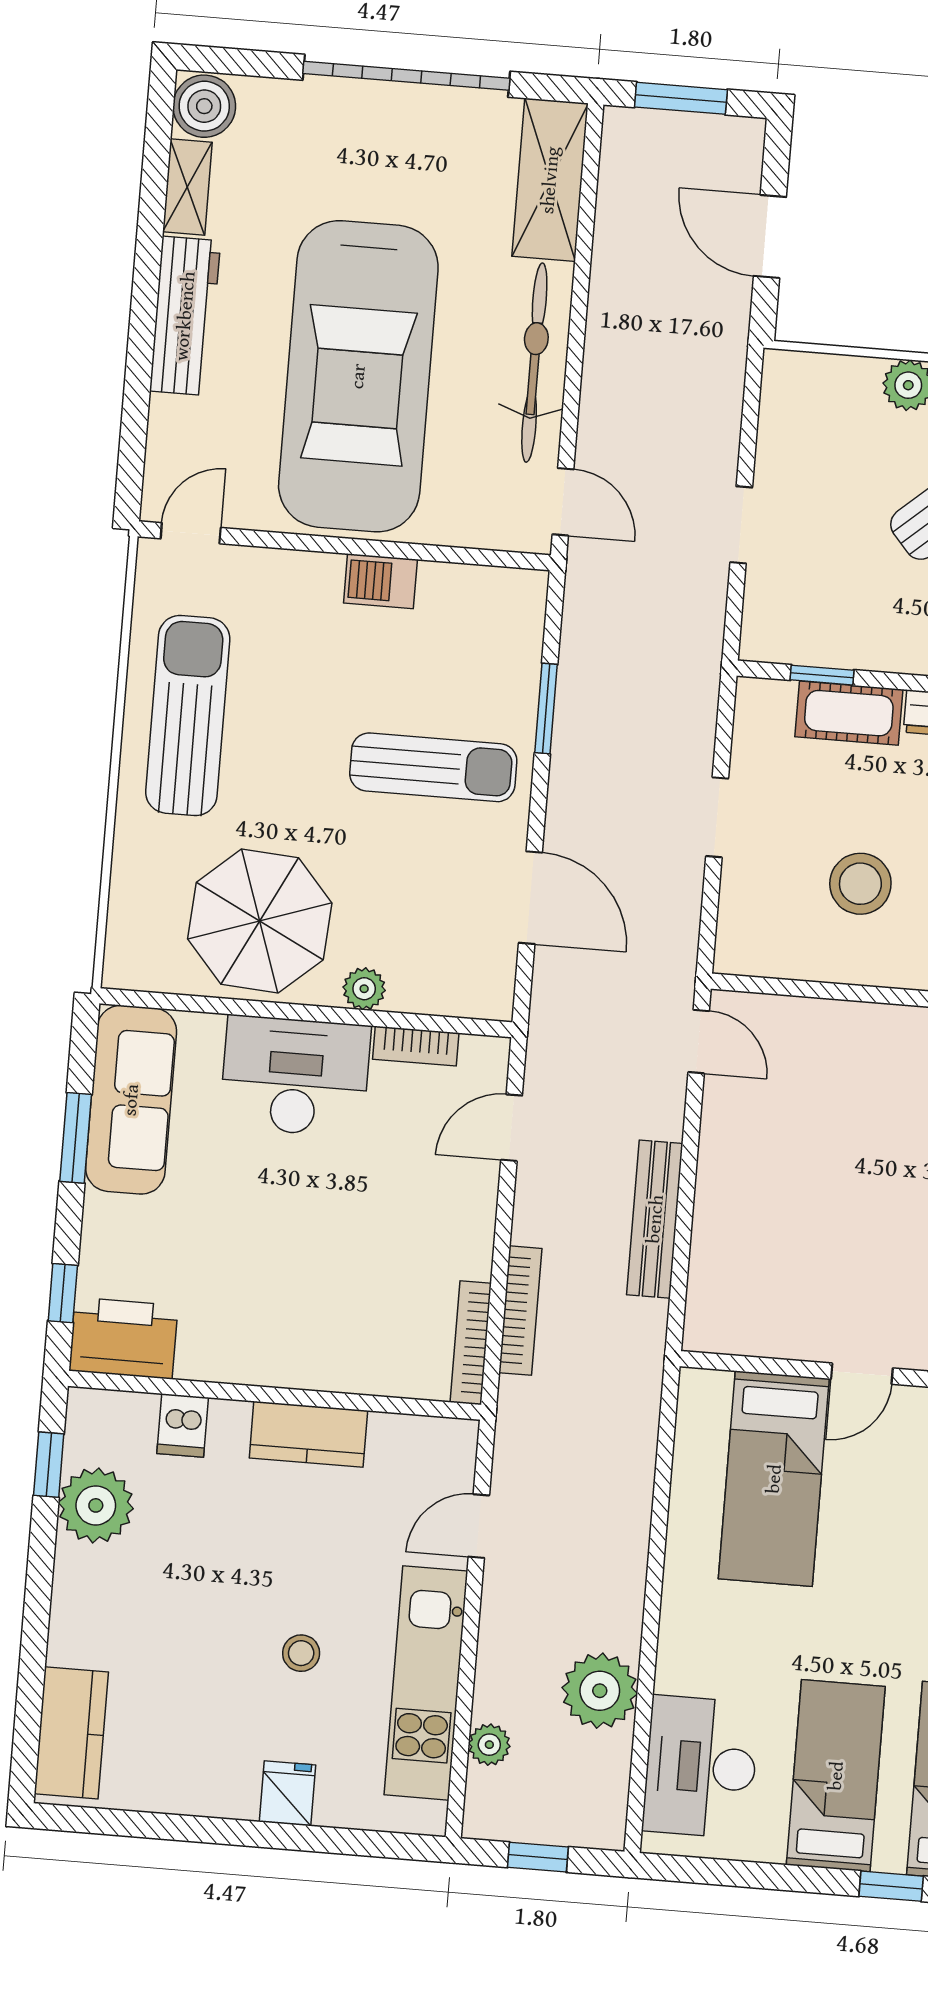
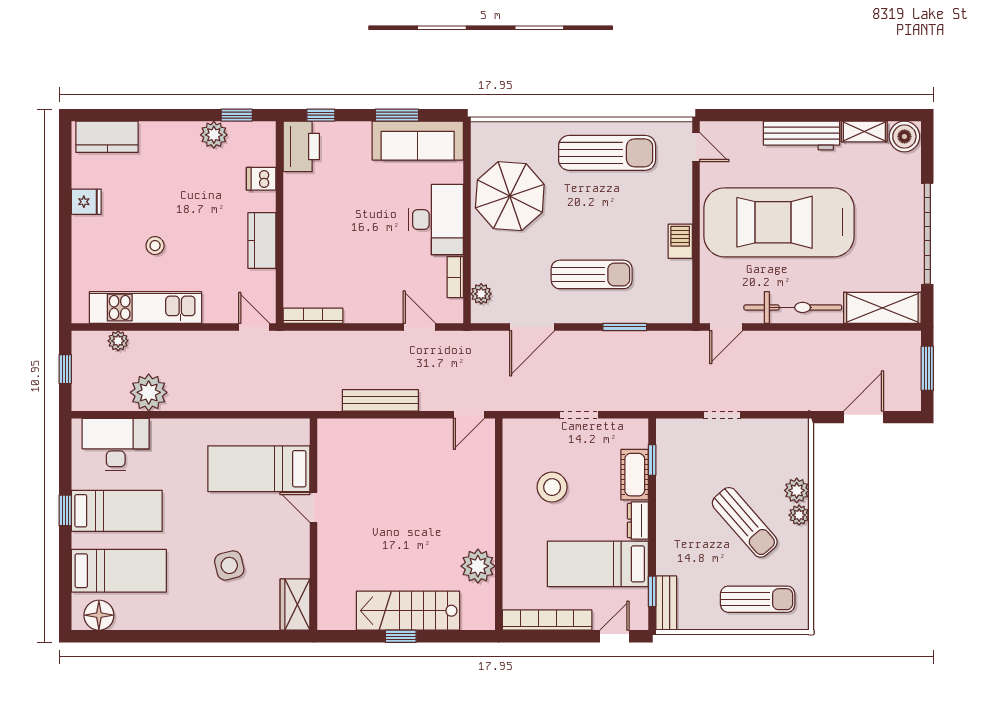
sun lounger: (433, 767) -> (592, 274), turned -90
plant: (364, 989) -> (481, 294), moved
bookcase: (520, 1311) -> (331, 339), removed
plant: (96, 1505) -> (214, 135), width x0.73, depth x0.73
door: (479, 1526) -> (254, 327), moved
fridge: (287, 1793) -> (86, 202), moved
window: (891, 1886) -> (65, 510), moved

